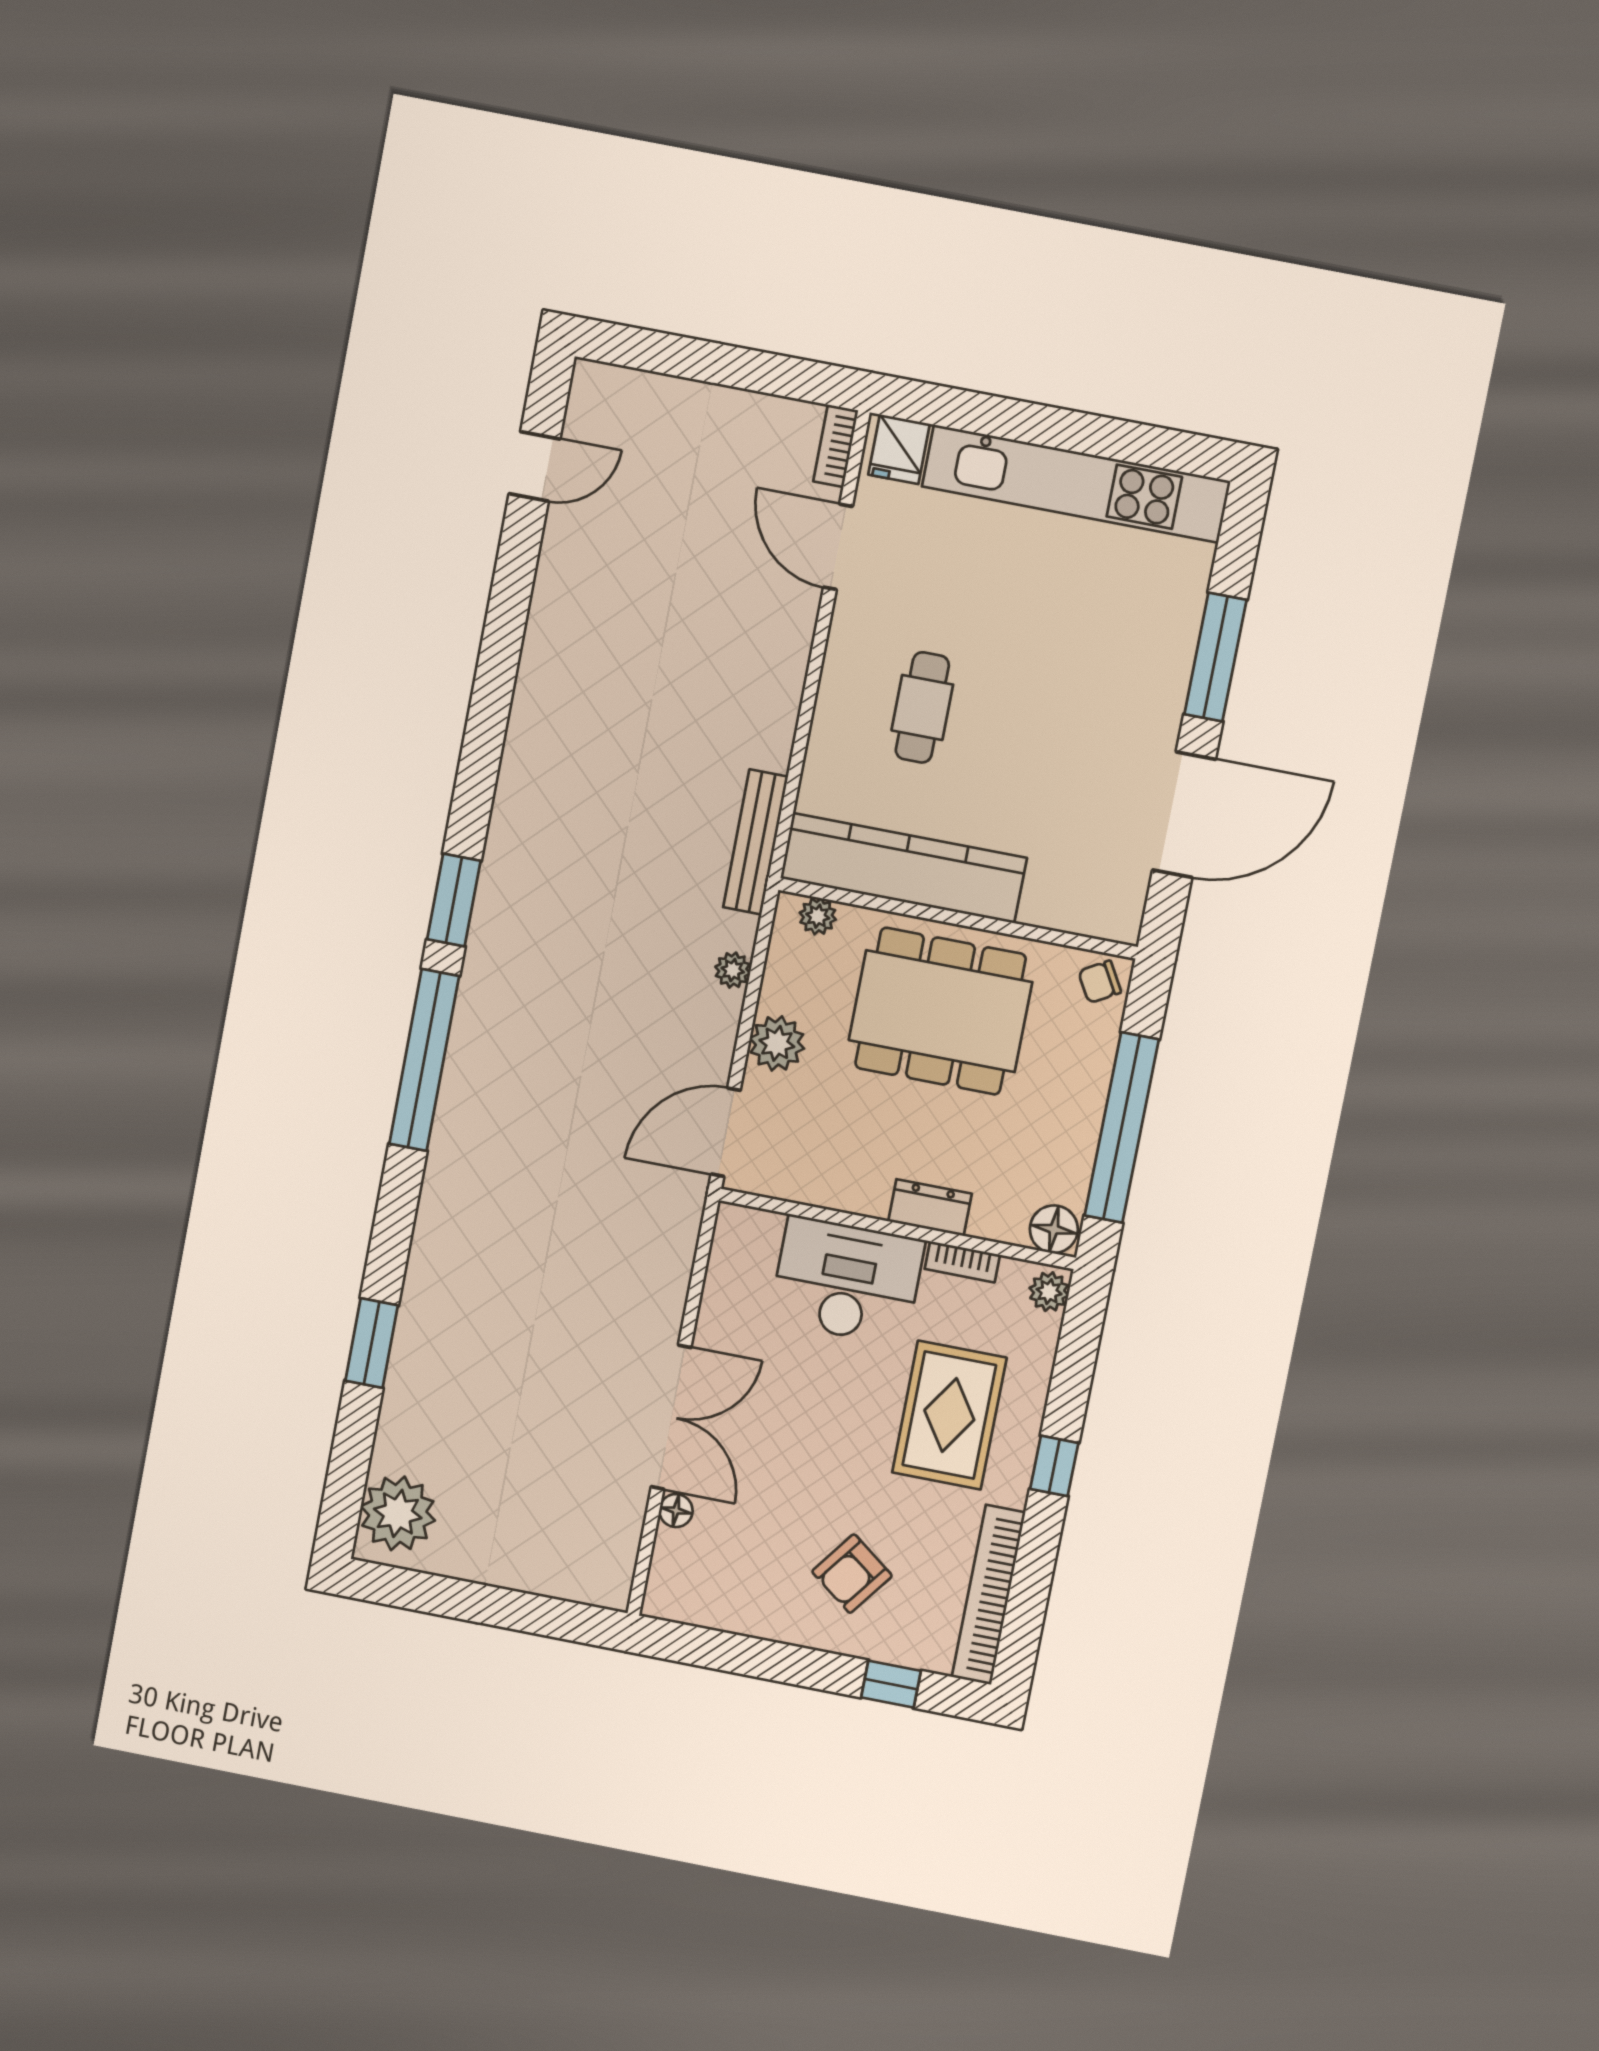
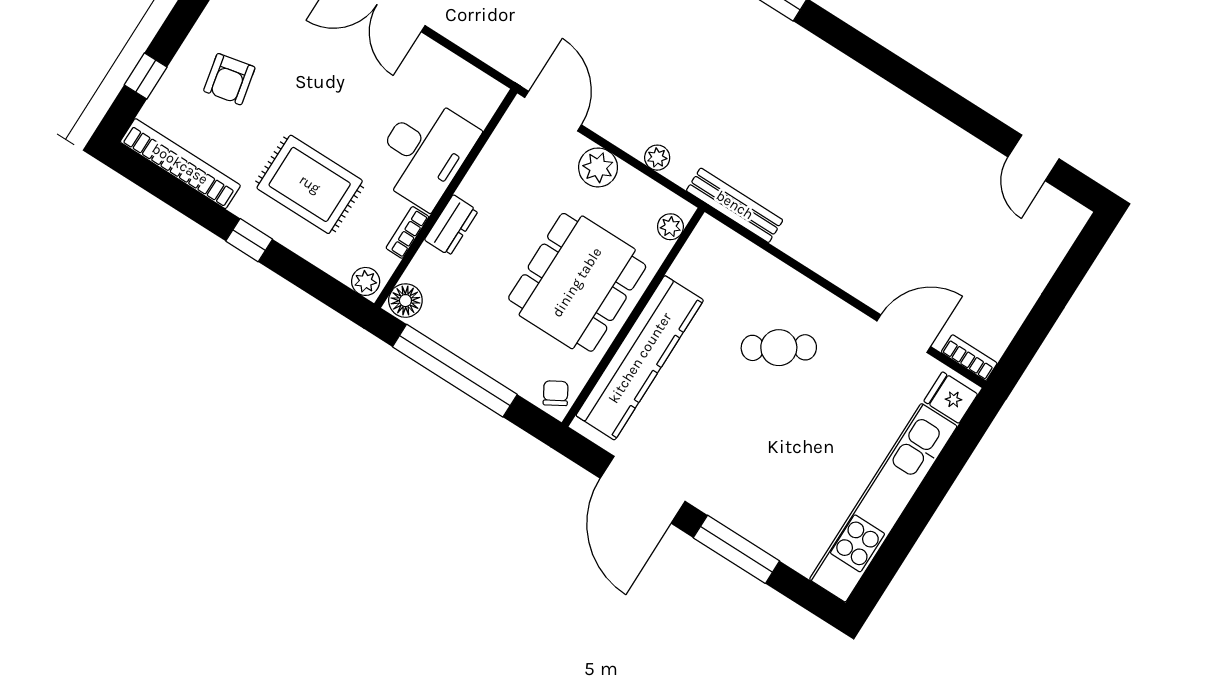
cafe table: (922, 707) -> (779, 348), turned -33
kitchen counter: (904, 868) -> (640, 358), moved
armchair: (852, 1574) -> (229, 79), turned -139

